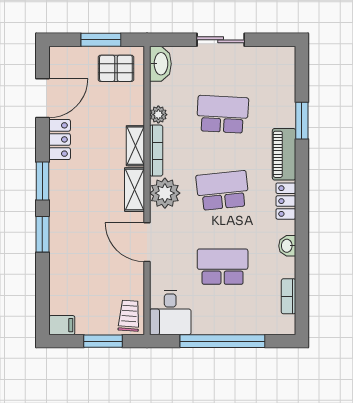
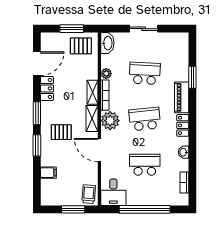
pallet: (83, 212) -> (61, 132), added
filing cabinet: (62, 325) -> (48, 173), moved

